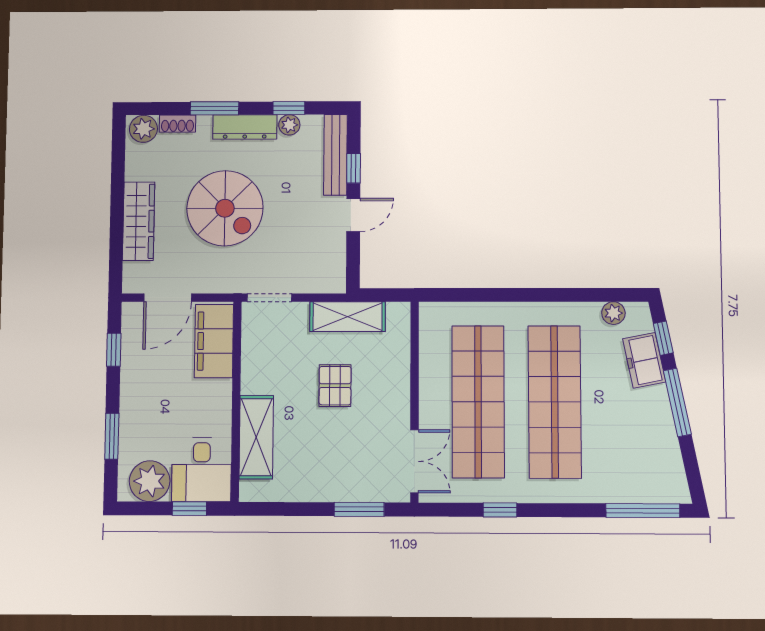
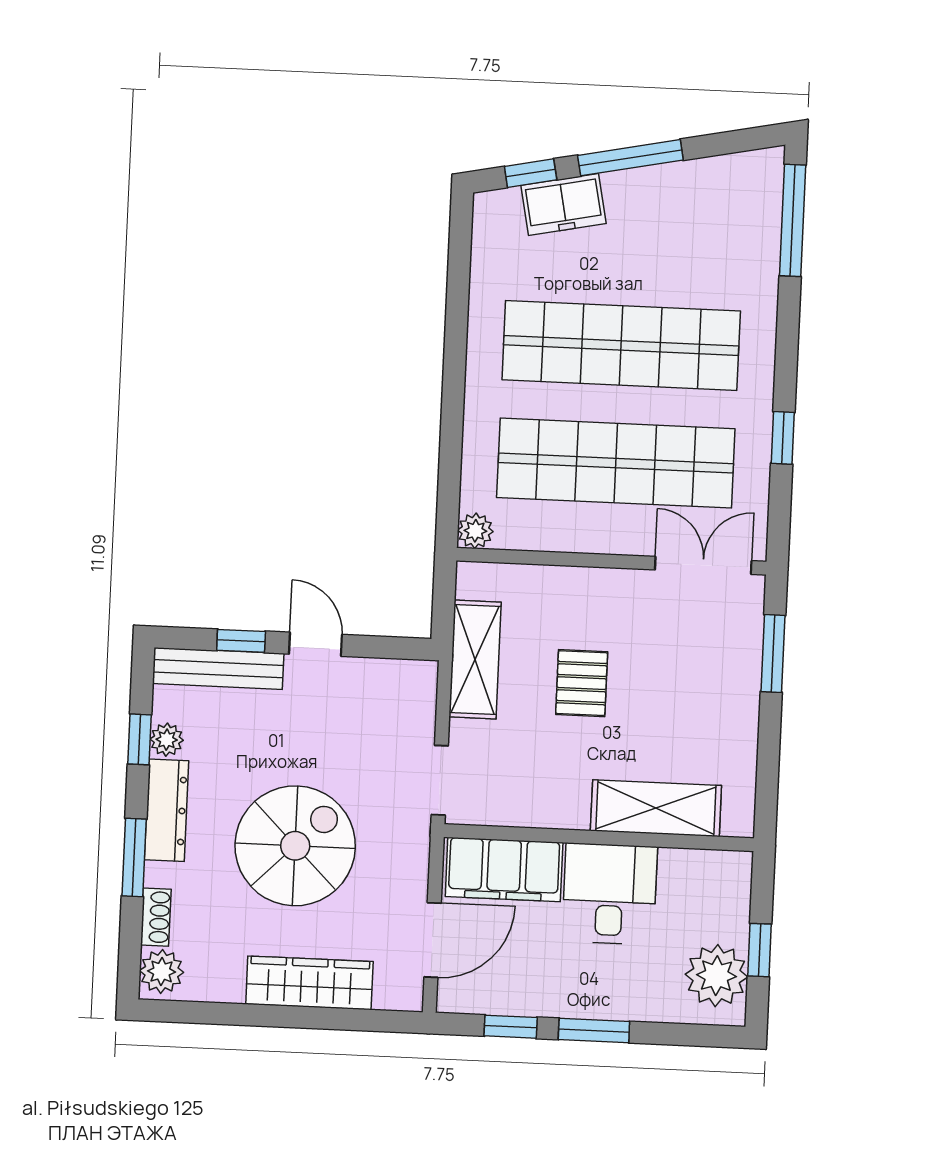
door: (168, 298) -> (433, 940), hinge flipped
plant: (613, 313) -> (475, 531), moved
pallet: (335, 386) -> (582, 683), turned 90
window: (112, 436) -> (594, 1030), moved
desk: (202, 470) -> (610, 894), moved, turned -90
window: (189, 509) -> (760, 950), moved

